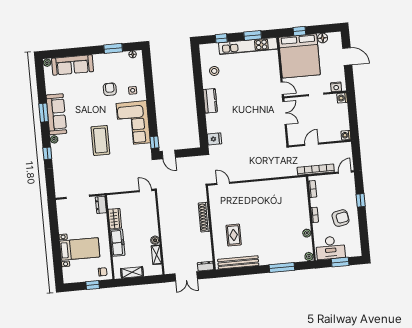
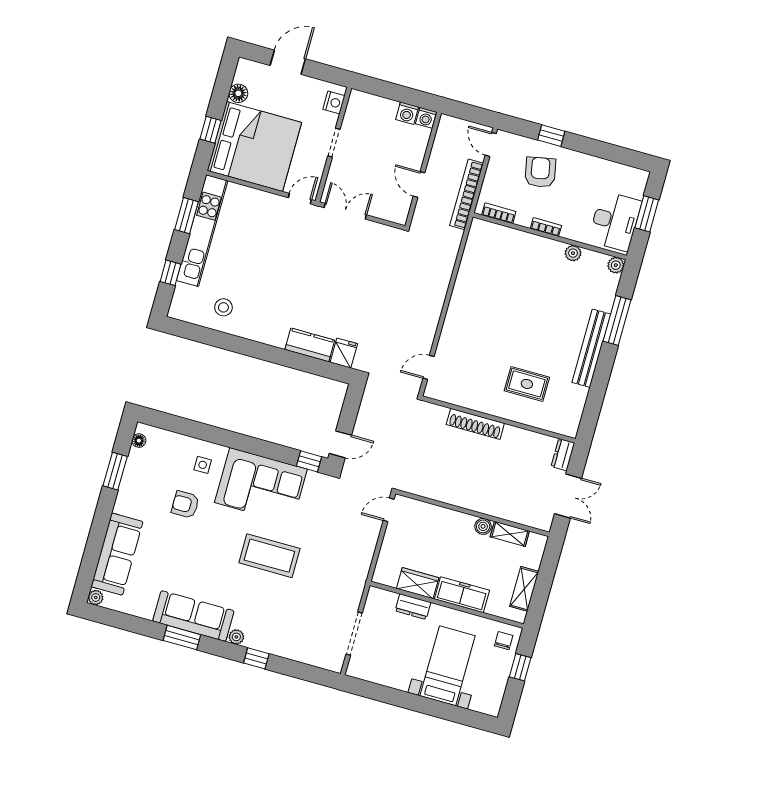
washing machine: (342, 98) -> (407, 113), moved
kitchen counter: (210, 101) -> (310, 345), moved
dresser: (101, 205) -> (413, 607), moved
armchair: (341, 218) -> (540, 172), moved
bench: (238, 262) -> (591, 348), moved

